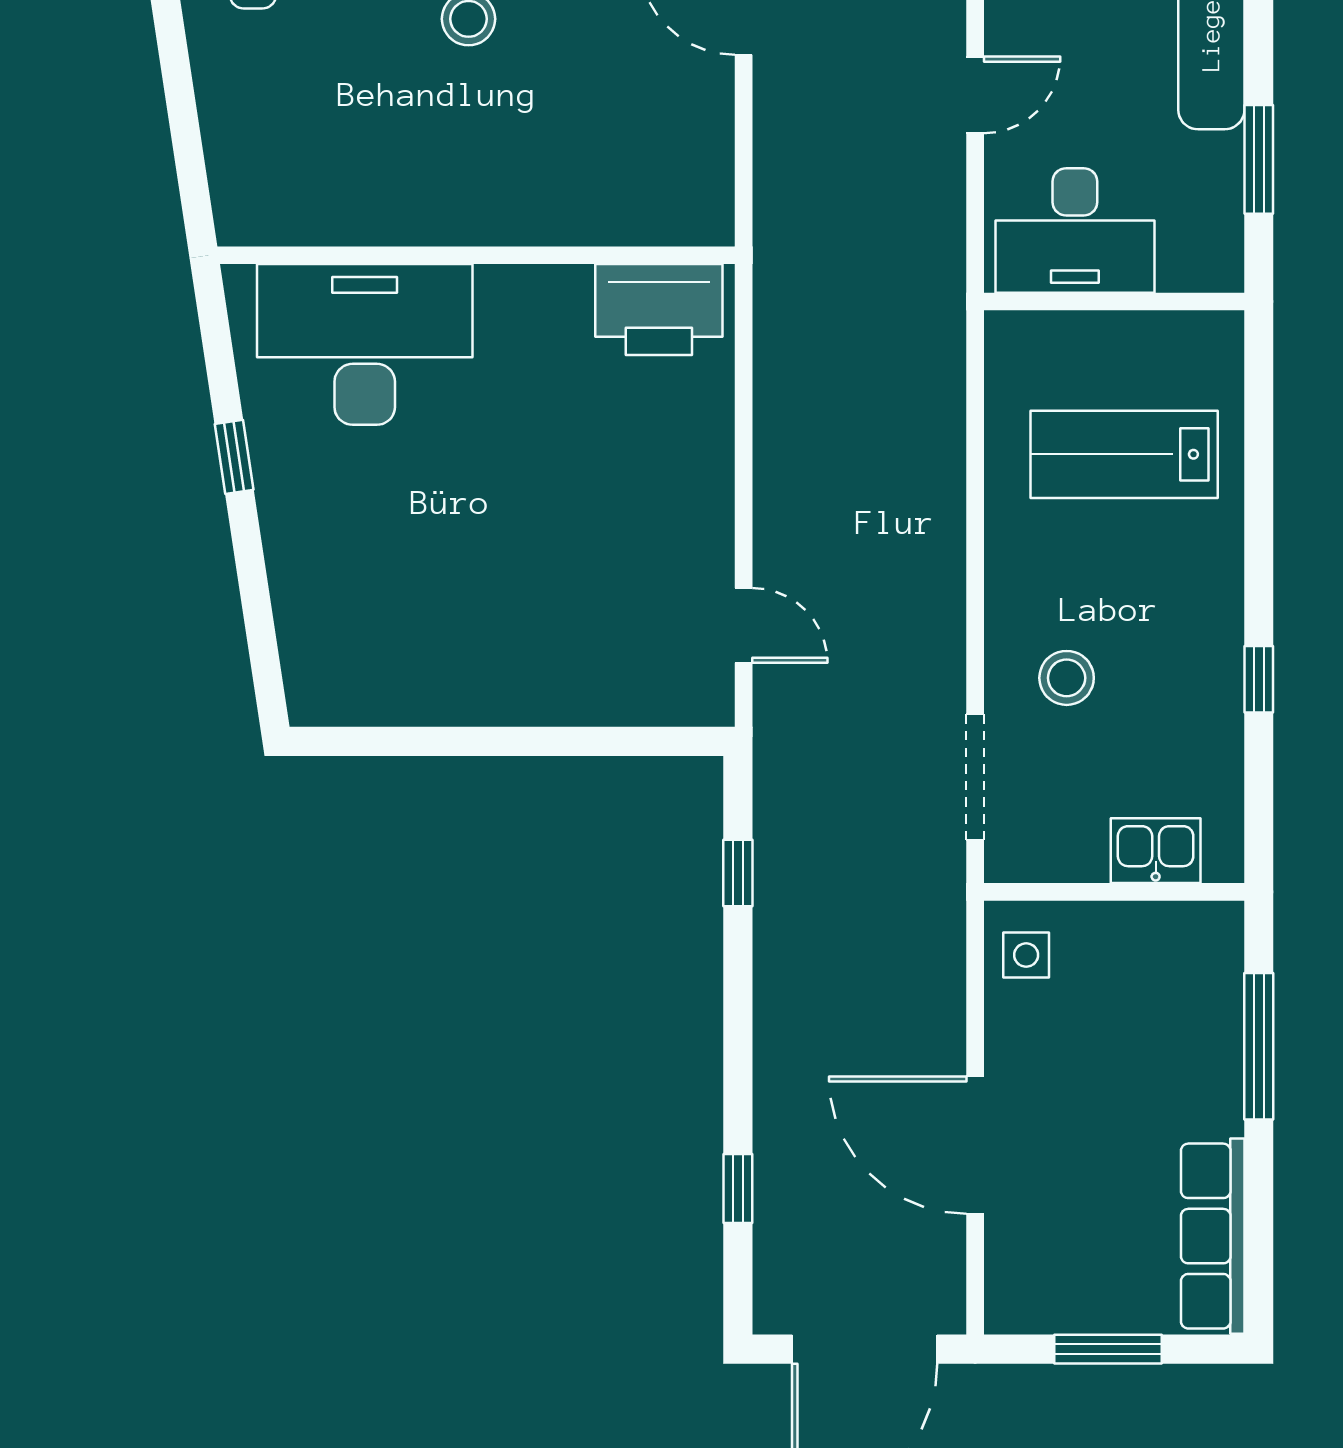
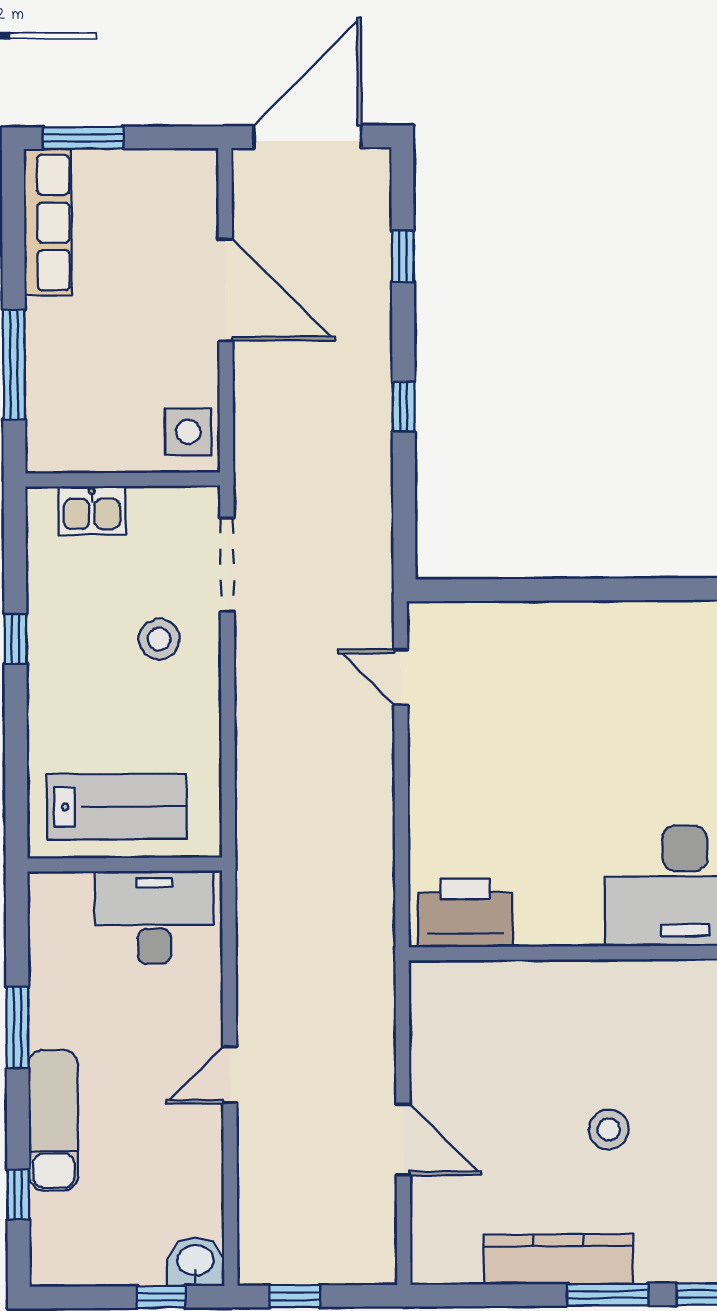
desk: (1075, 230) -> (154, 917), moved
wall: (1114, 302) -> (125, 865), moved
window: (738, 873) -> (404, 407), moved
side table: (1026, 955) -> (188, 432), width x1.37, depth x1.37
window: (1108, 1349) -> (83, 138), moved

